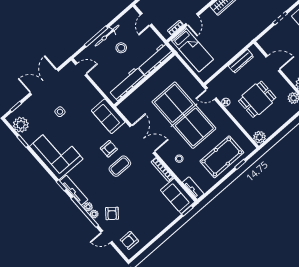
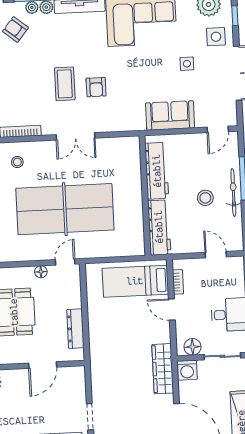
side table: (34, 108) -> (216, 37), added
sofa: (108, 116) -> (170, 115), moved
double door: (142, 139) -> (76, 136), width x0.73

